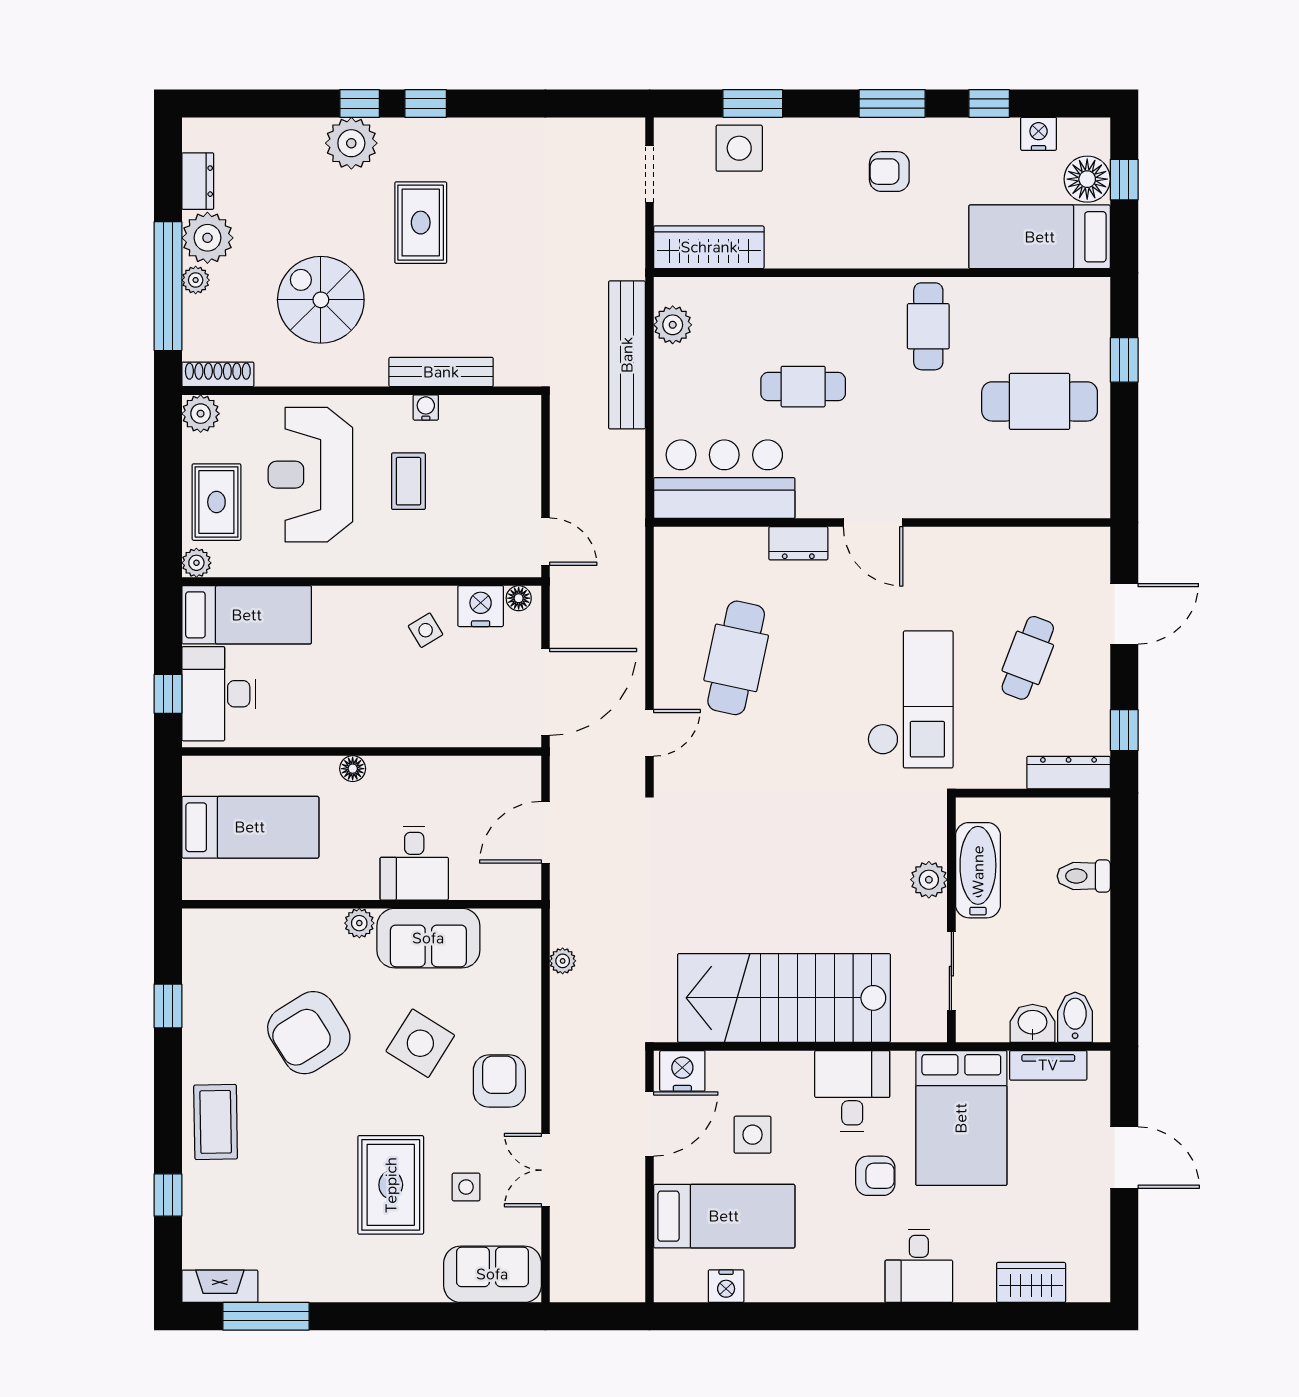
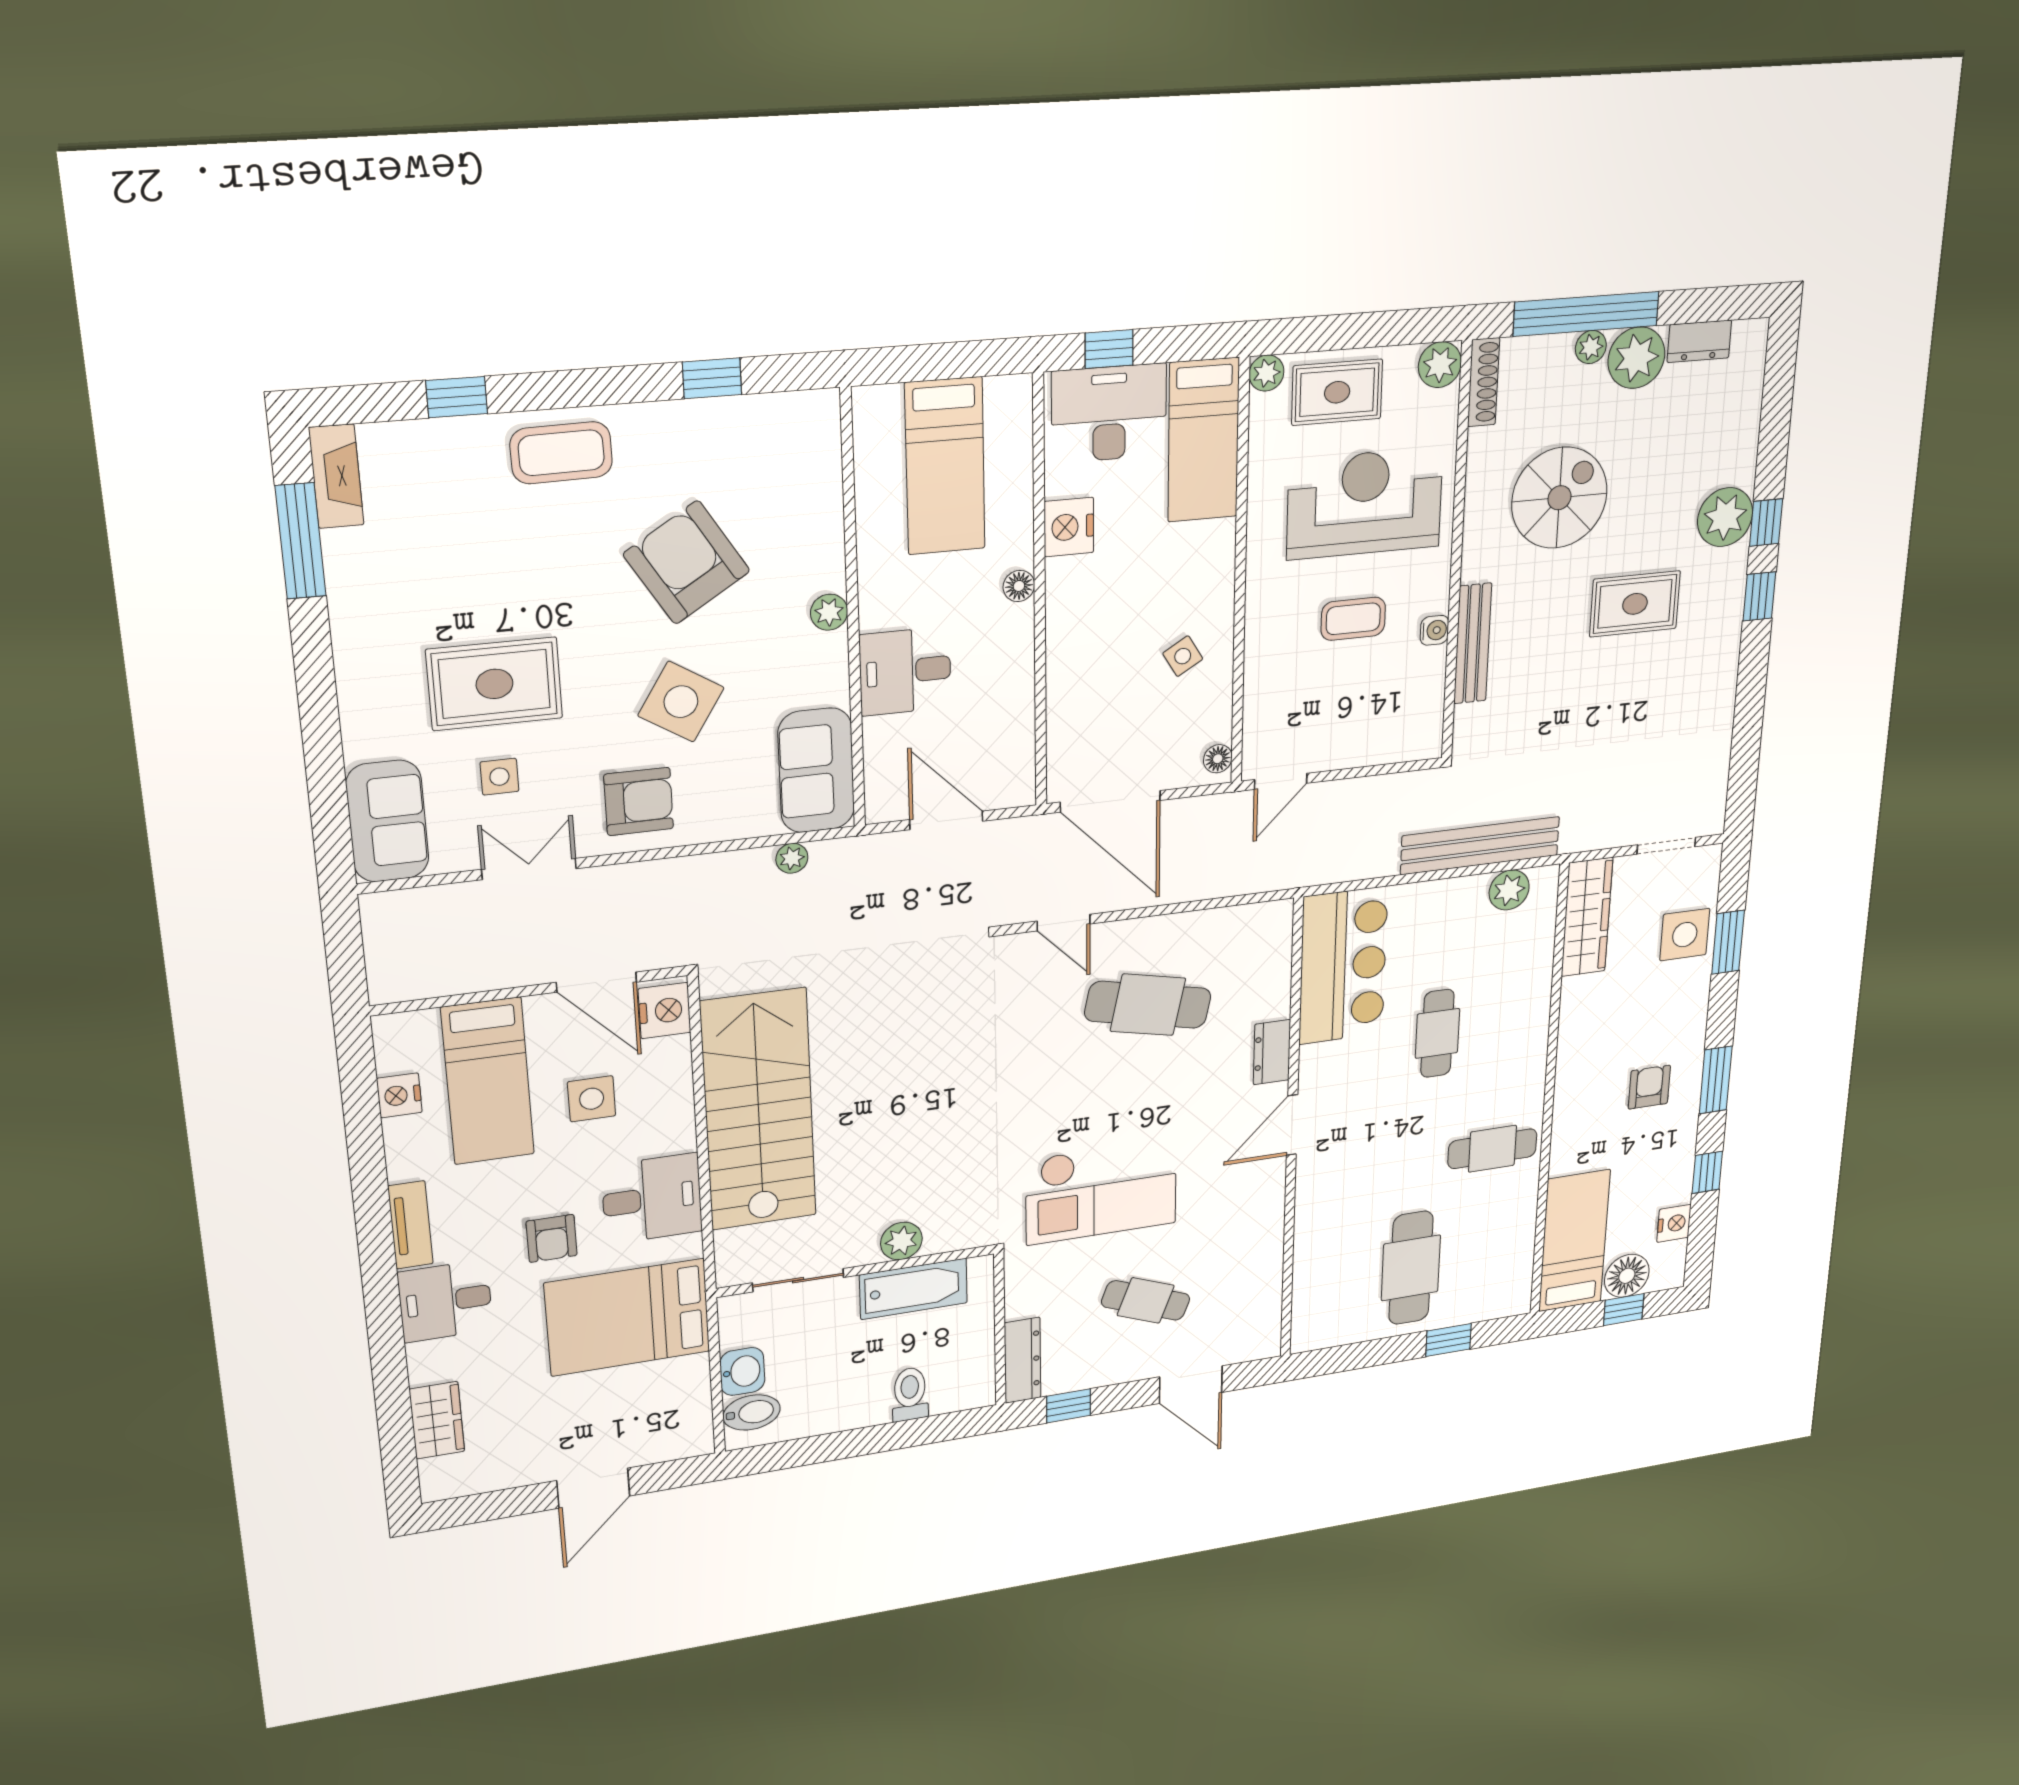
nightstand: (481, 606) -> (1069, 527), moved, turned 180
sofa: (428, 938) -> (816, 770), moved
tv unit: (1048, 1065) -> (410, 1225), moved, turned 180

